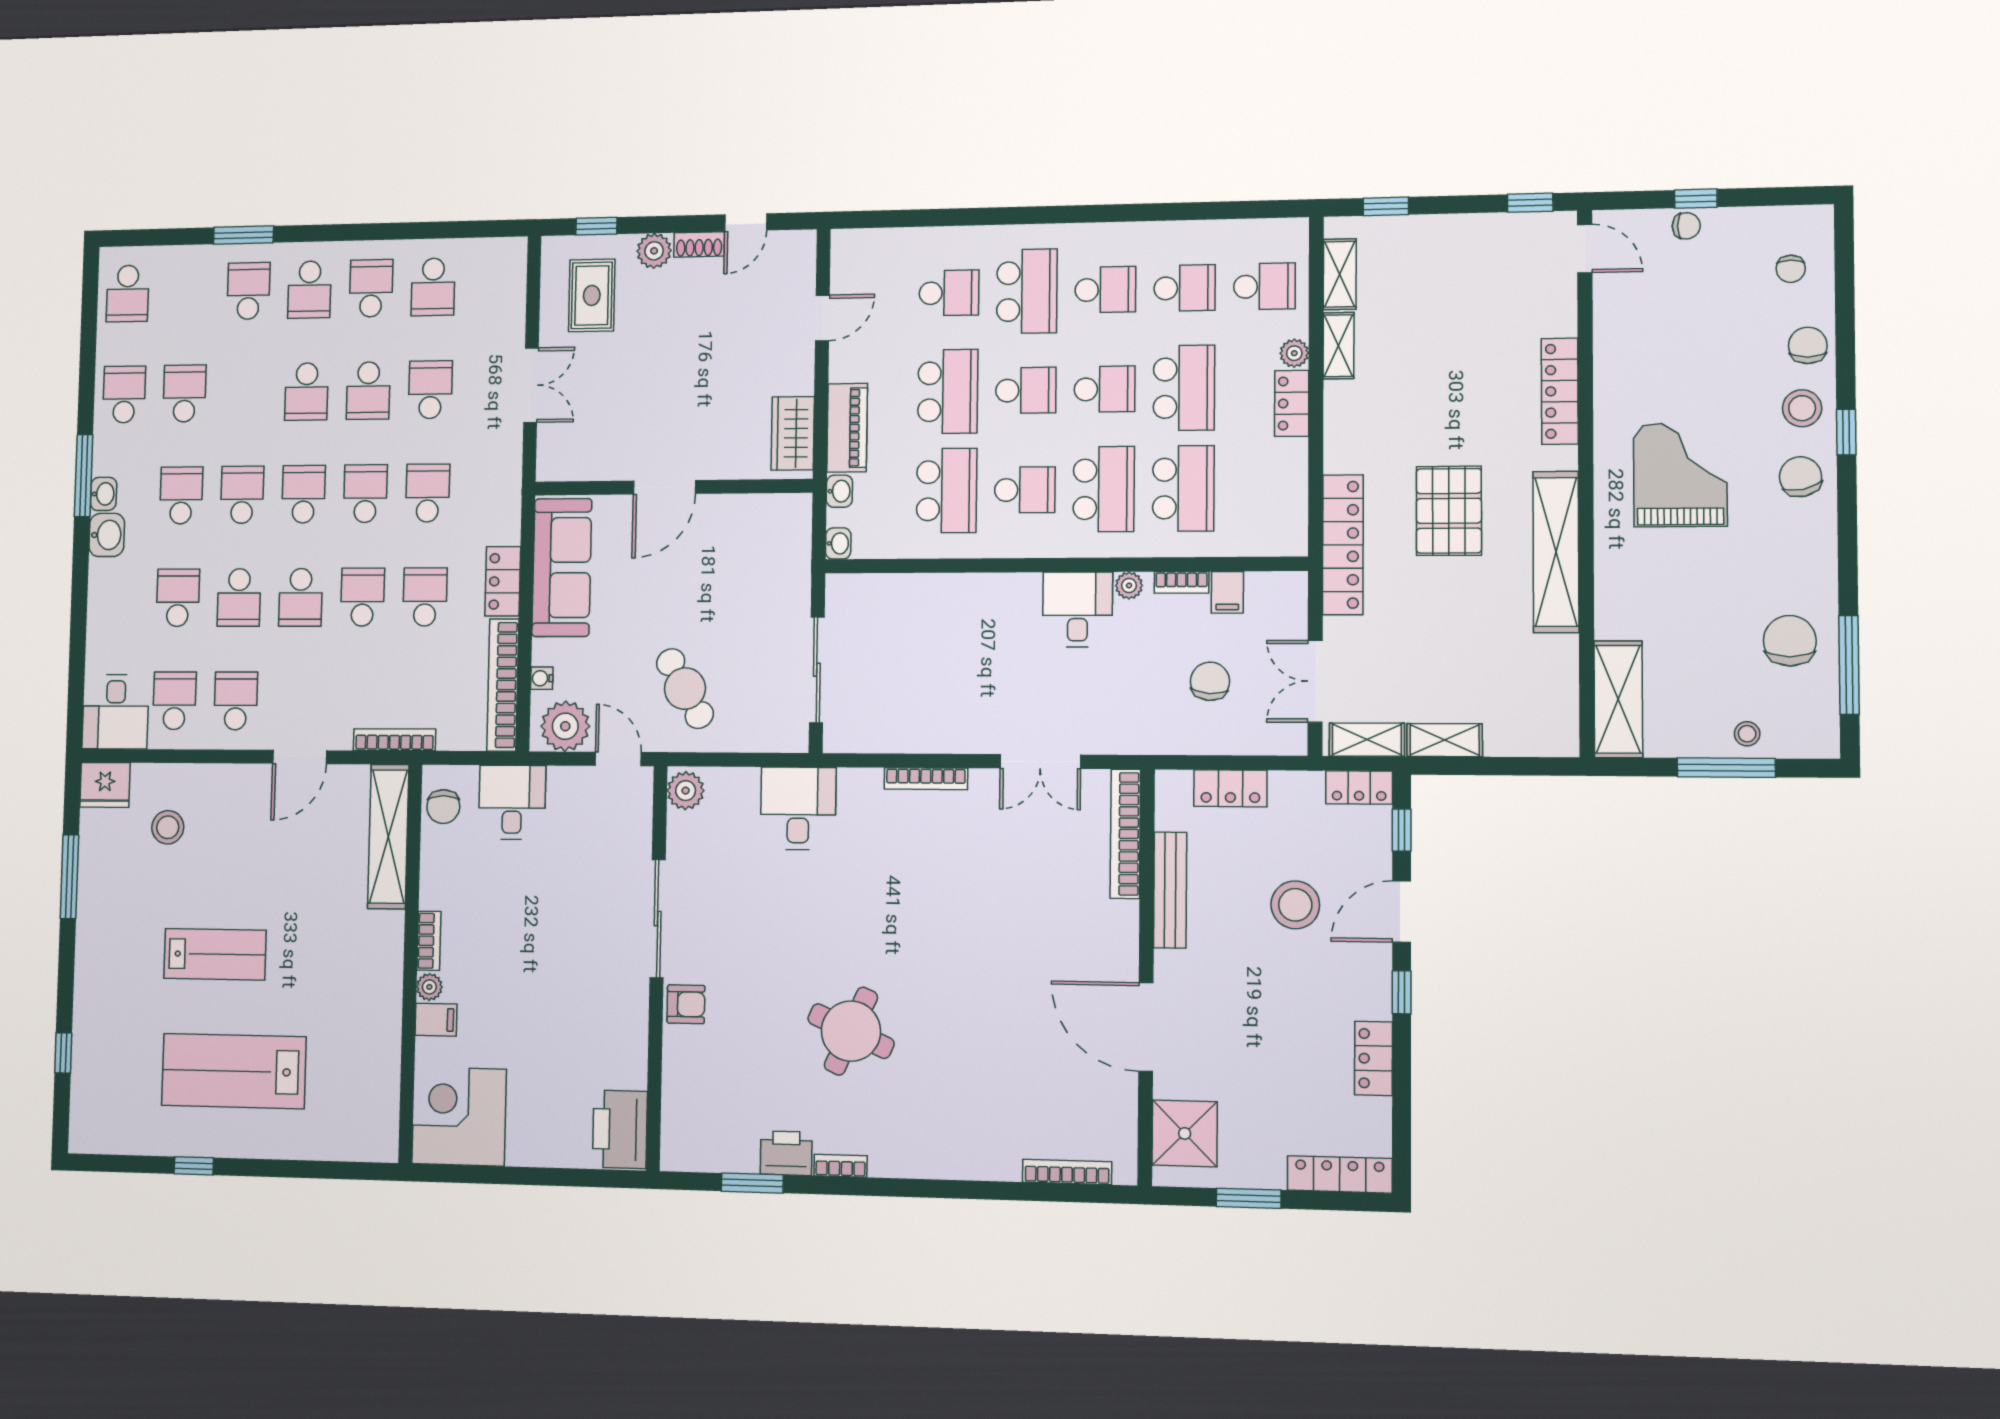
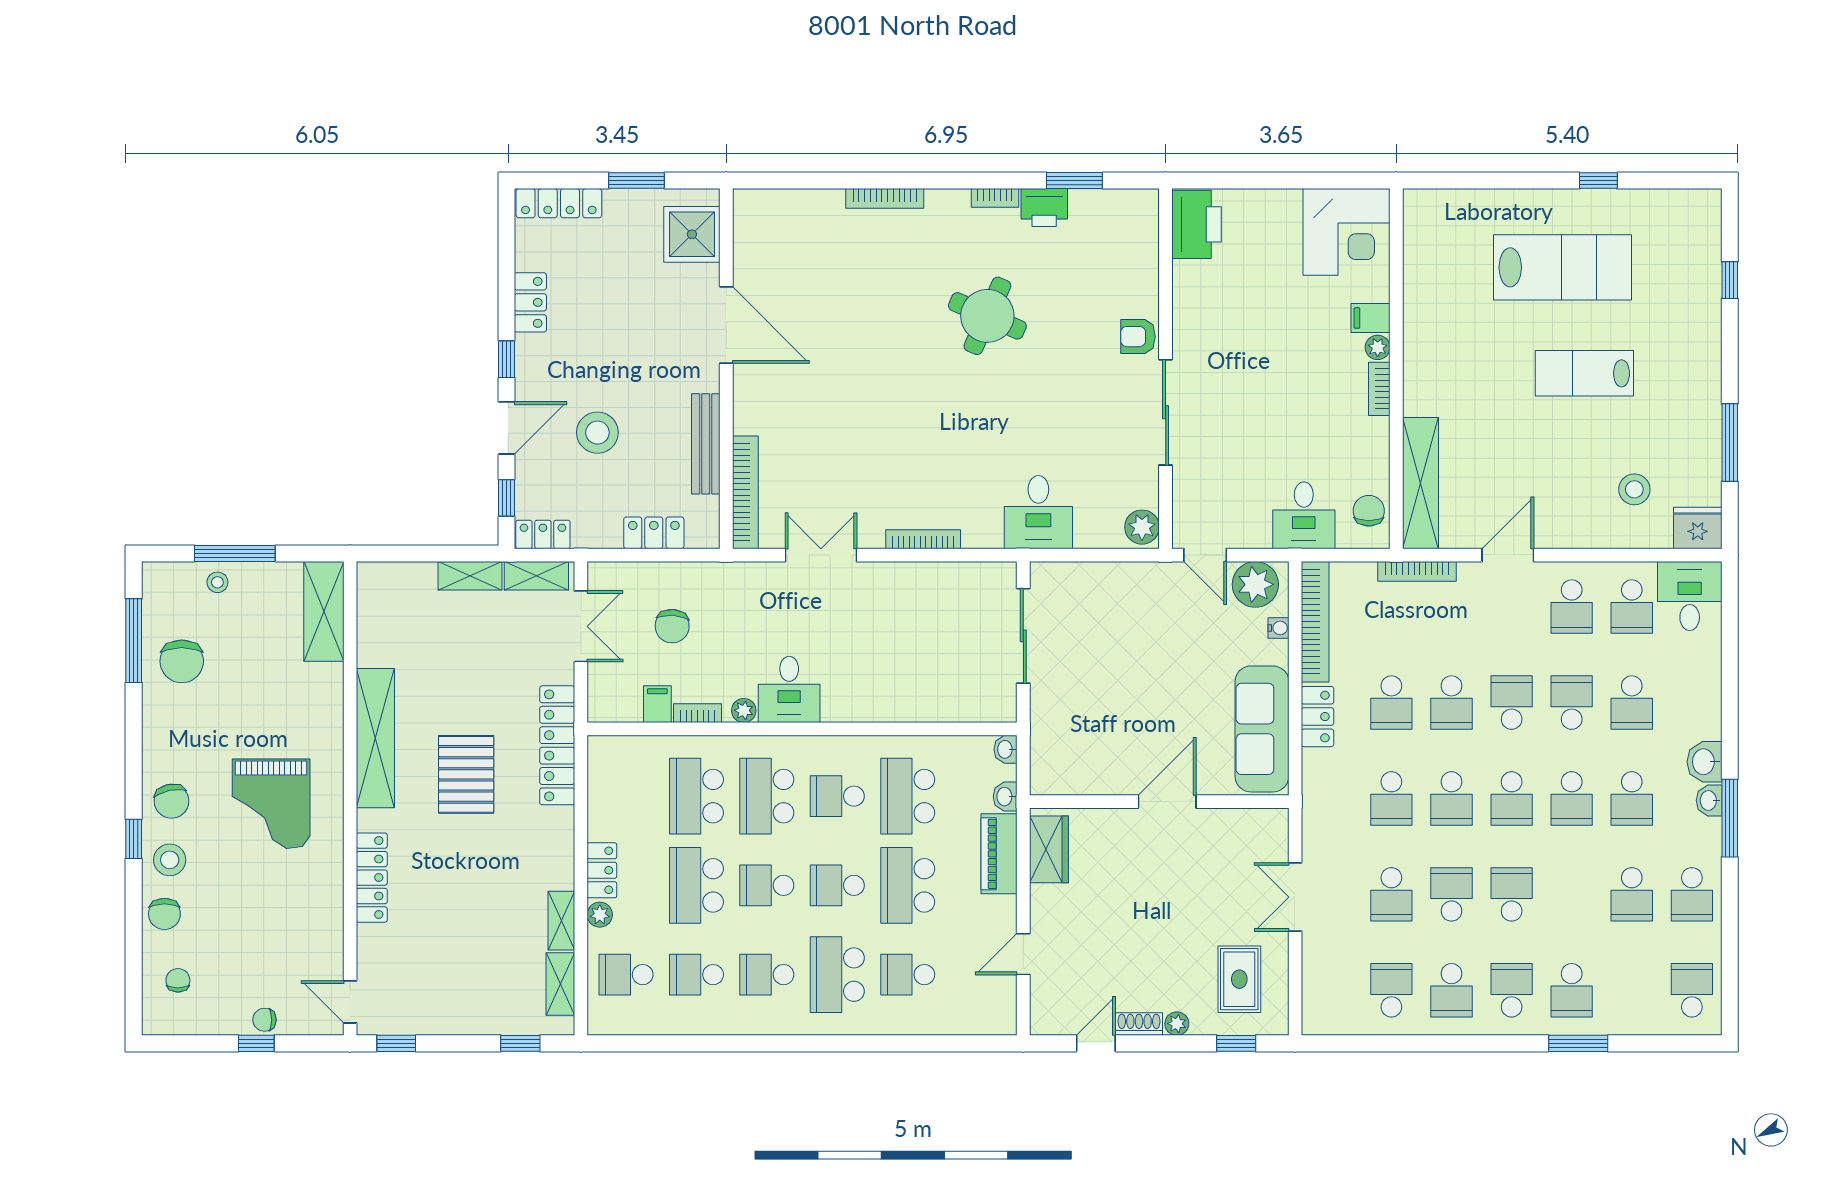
plant: (654, 251) -> (1177, 1024), width x0.73, depth x0.73
cafe table: (685, 689) -> (1144, 619), removed
bookcase: (1067, 1172) -> (885, 198), moved

